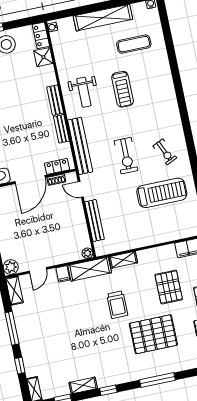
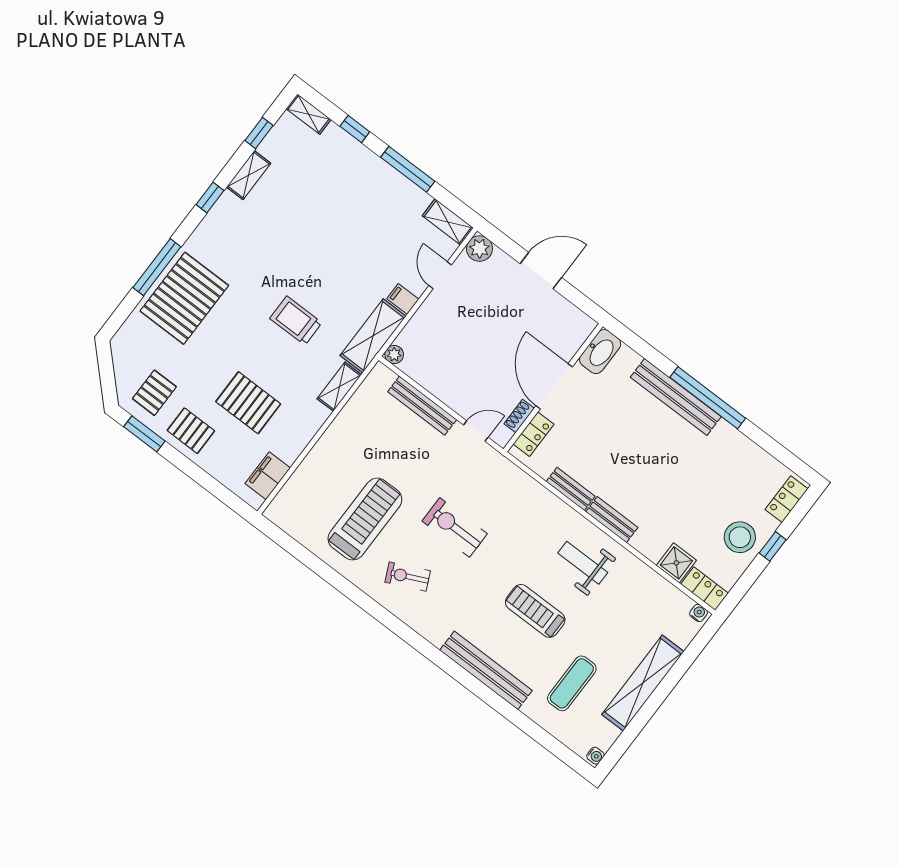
bench: (80, 146) -> (486, 670), moved
treadmill: (162, 193) -> (365, 519), turned 180
pallet: (153, 334) -> (184, 298), moved

